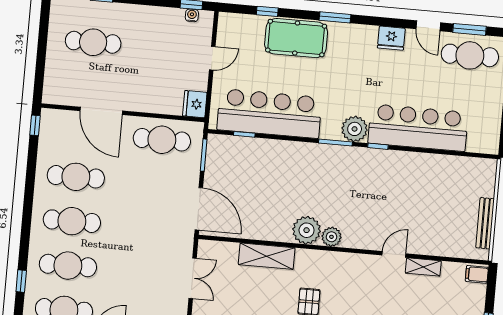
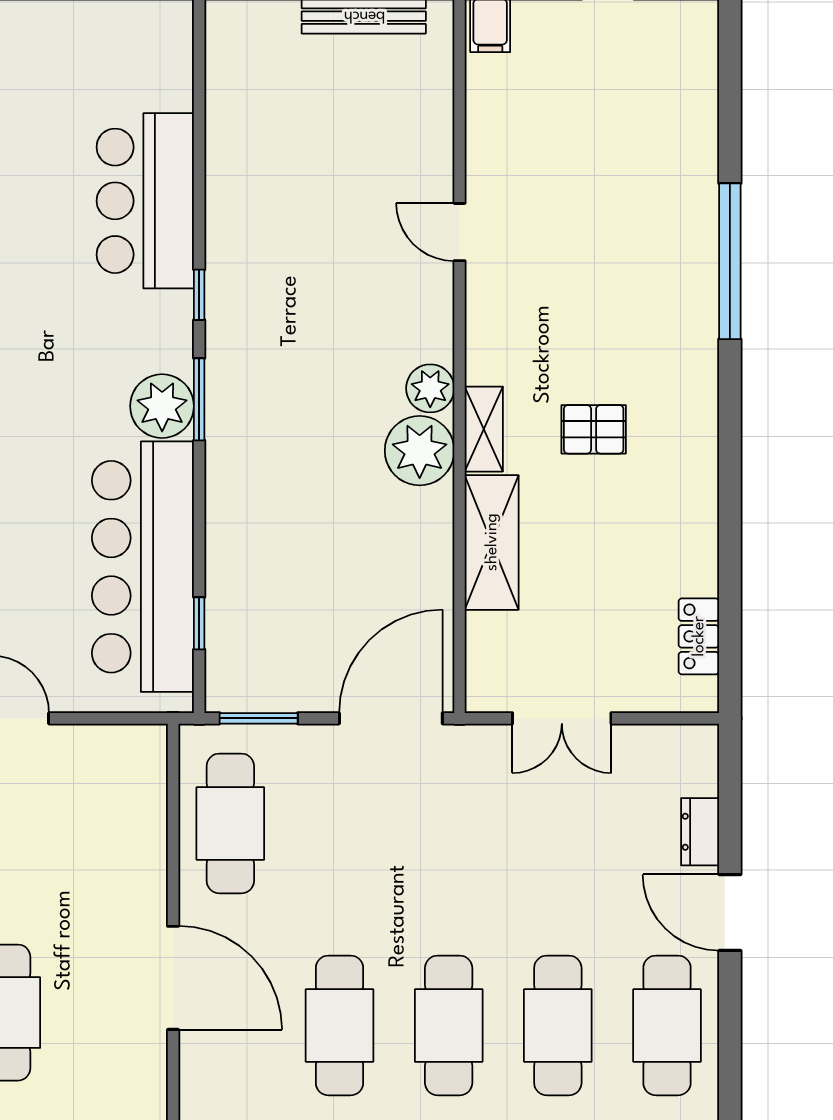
fridge: (195, 104) -> (136, 751), removed
door: (101, 111) -> (173, 978), hinge flipped
bar counter: (418, 128) -> (145, 201), width x0.73
plant: (355, 129) -> (162, 406), moved
shelving: (423, 267) -> (484, 429), moved
double door: (193, 278) -> (562, 718), swing flipped

